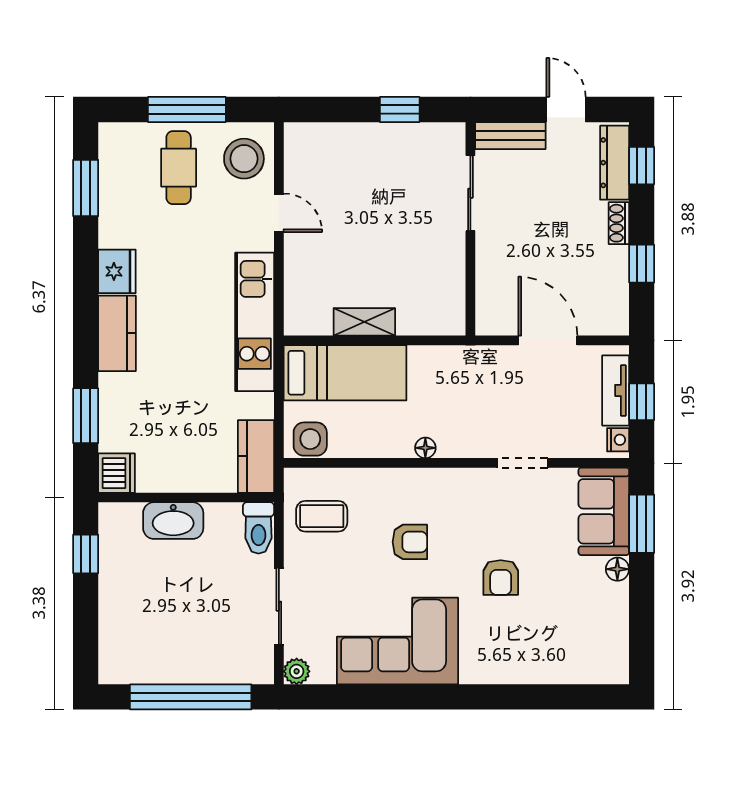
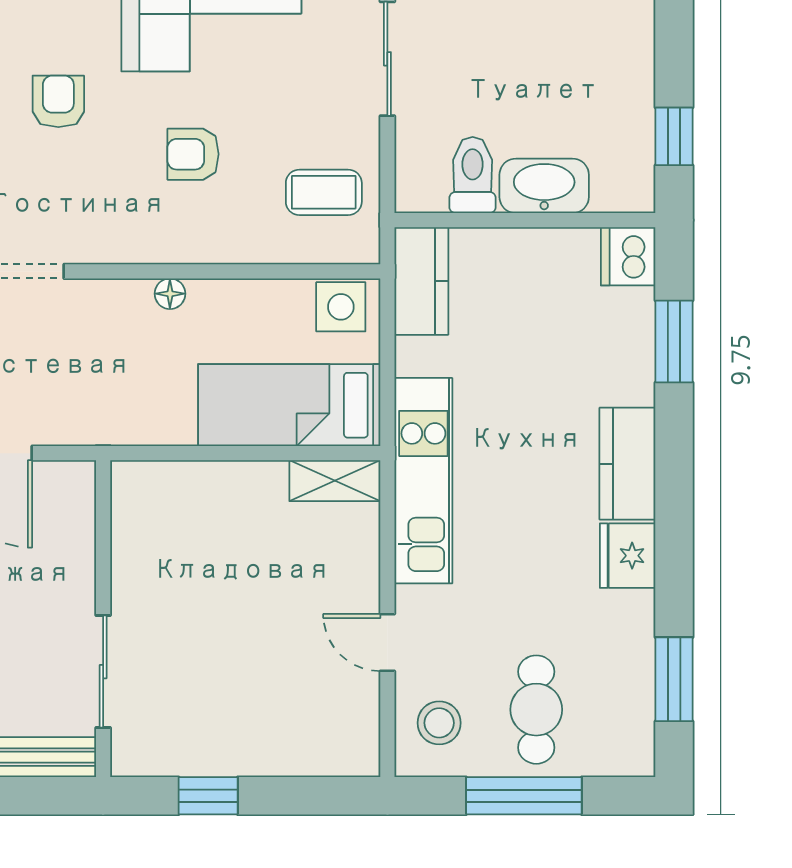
stool: (244, 159) -> (439, 723), width x0.73, depth x0.73
shelving: (364, 322) -> (335, 481), moved
toilet: (258, 528) -> (473, 175), moved

